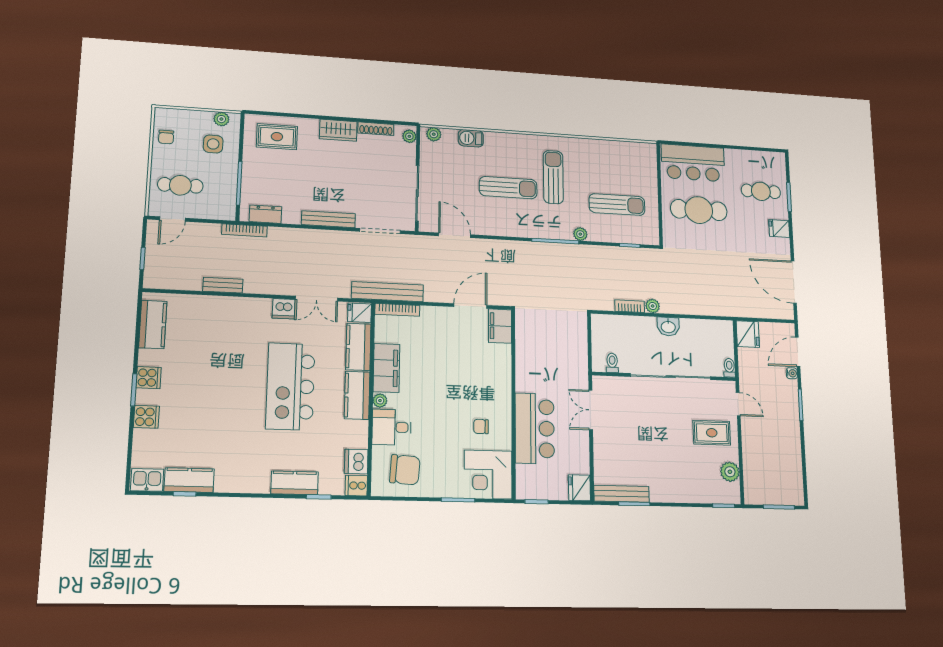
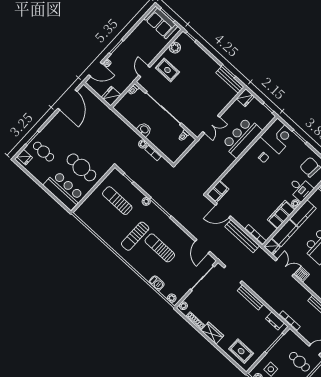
fridge: (779, 228) -> (25, 157), moved
bench: (387, 292) -> (242, 236), moved
sofa: (778, 489) -> (161, 22), added

